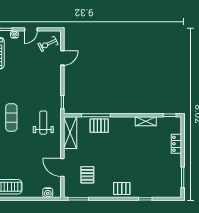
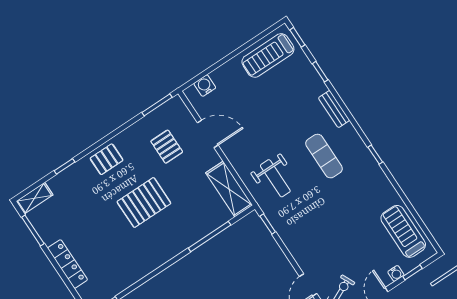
shelving: (146, 121) -> (35, 198), moved
pallet: (99, 126) -> (144, 202), moved, width x1.50, depth x1.42
locker: (176, 144) -> (67, 264), width x1.53

